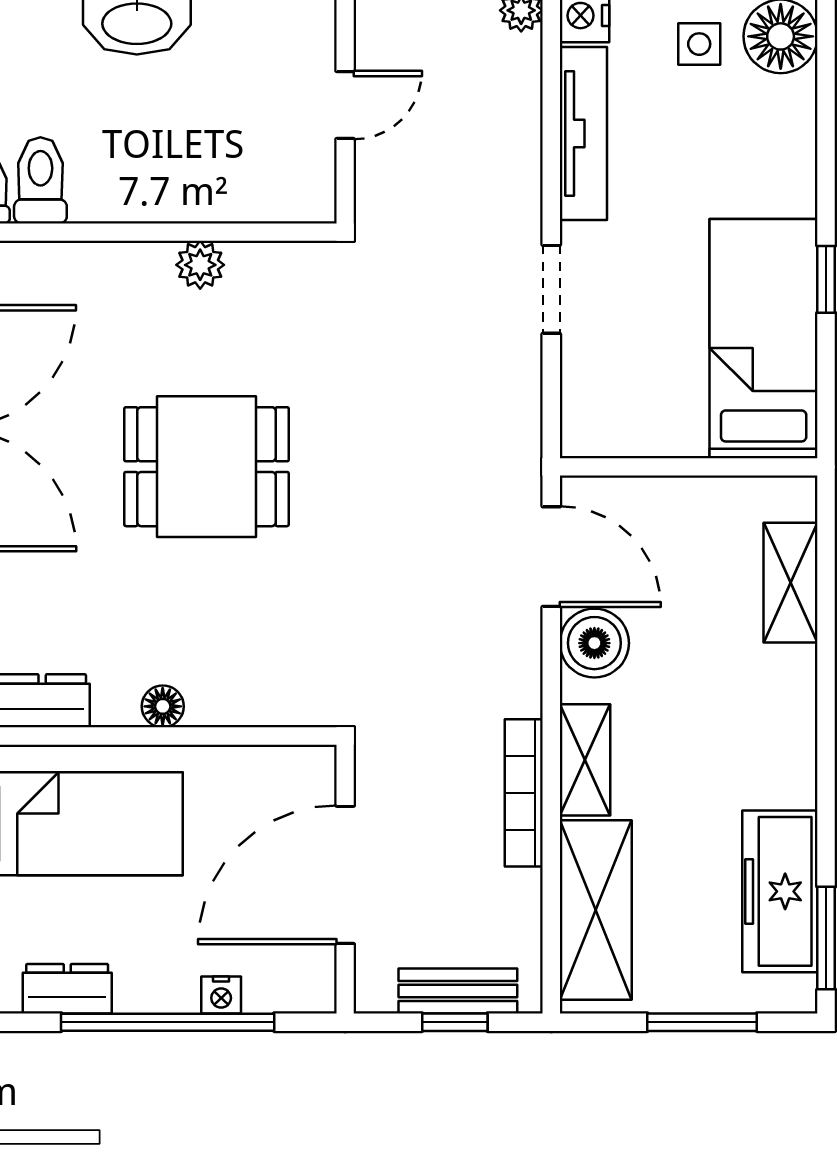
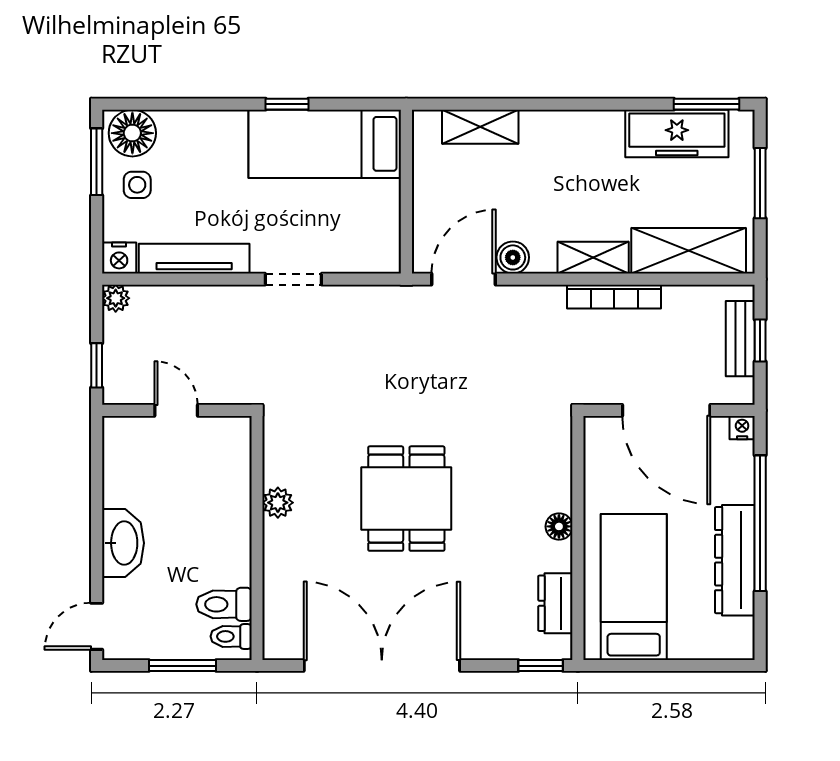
boiler: (594, 643) -> (513, 257), width x0.73, depth x0.73
dresser: (67, 989) -> (735, 560), width x1.96, depth x1.24
nightstand: (221, 995) -> (742, 428), moved, turned -90

